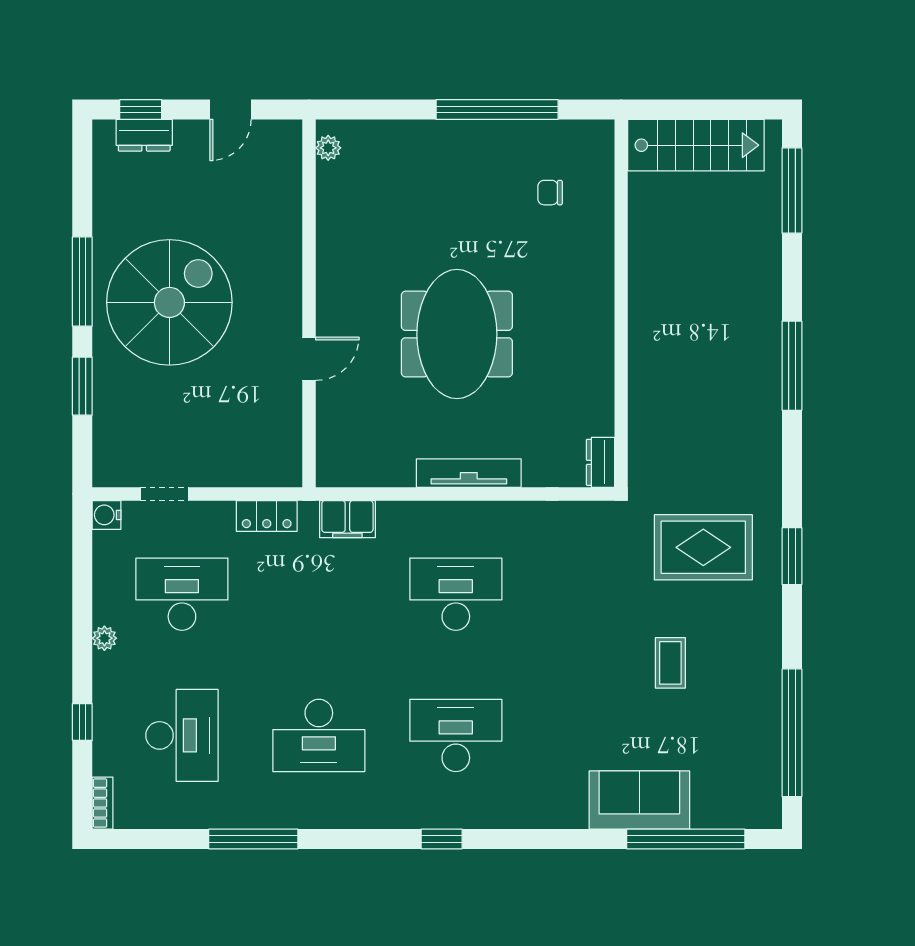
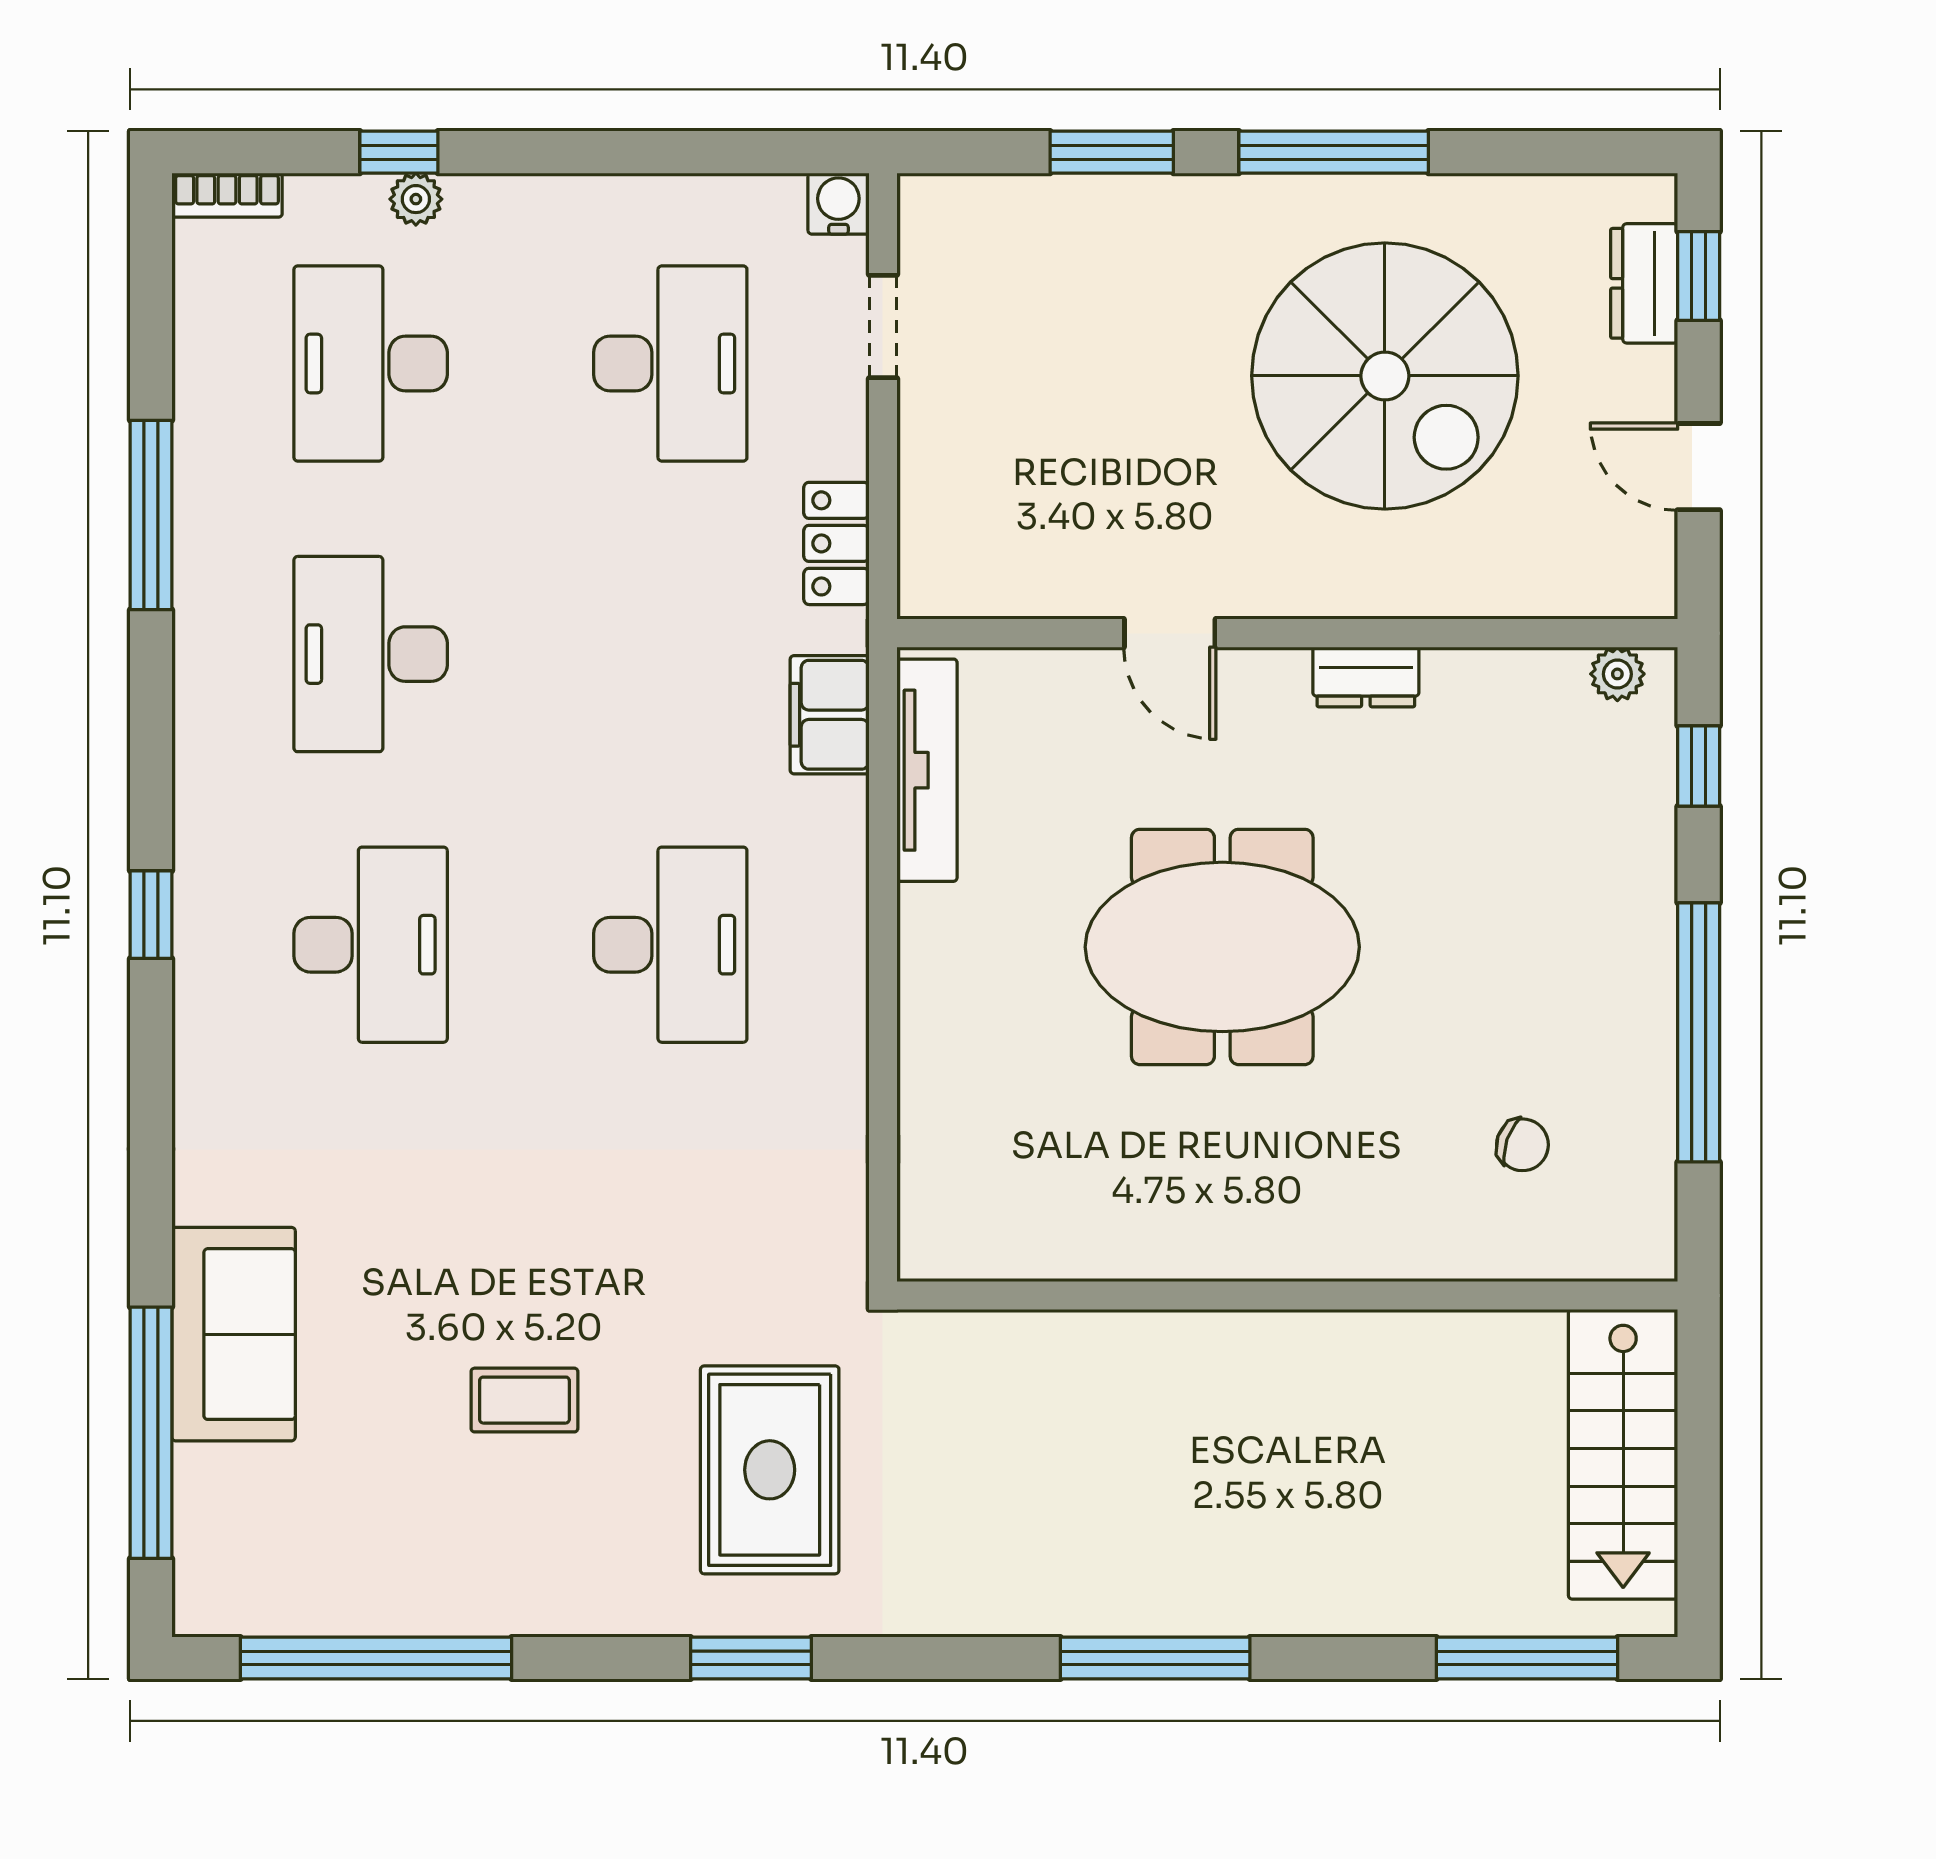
window: (372, 110) -> (1699, 766), added
chair: (550, 193) -> (1522, 1145), turned 109
spiral stairs: (169, 302) -> (1385, 376), moved
dresser: (600, 462) -> (1366, 677), moved, turned 180
tv unit: (469, 473) -> (927, 770), moved
plant: (104, 638) -> (416, 199), moved
desk: (182, 735) -> (371, 363), turned 90

